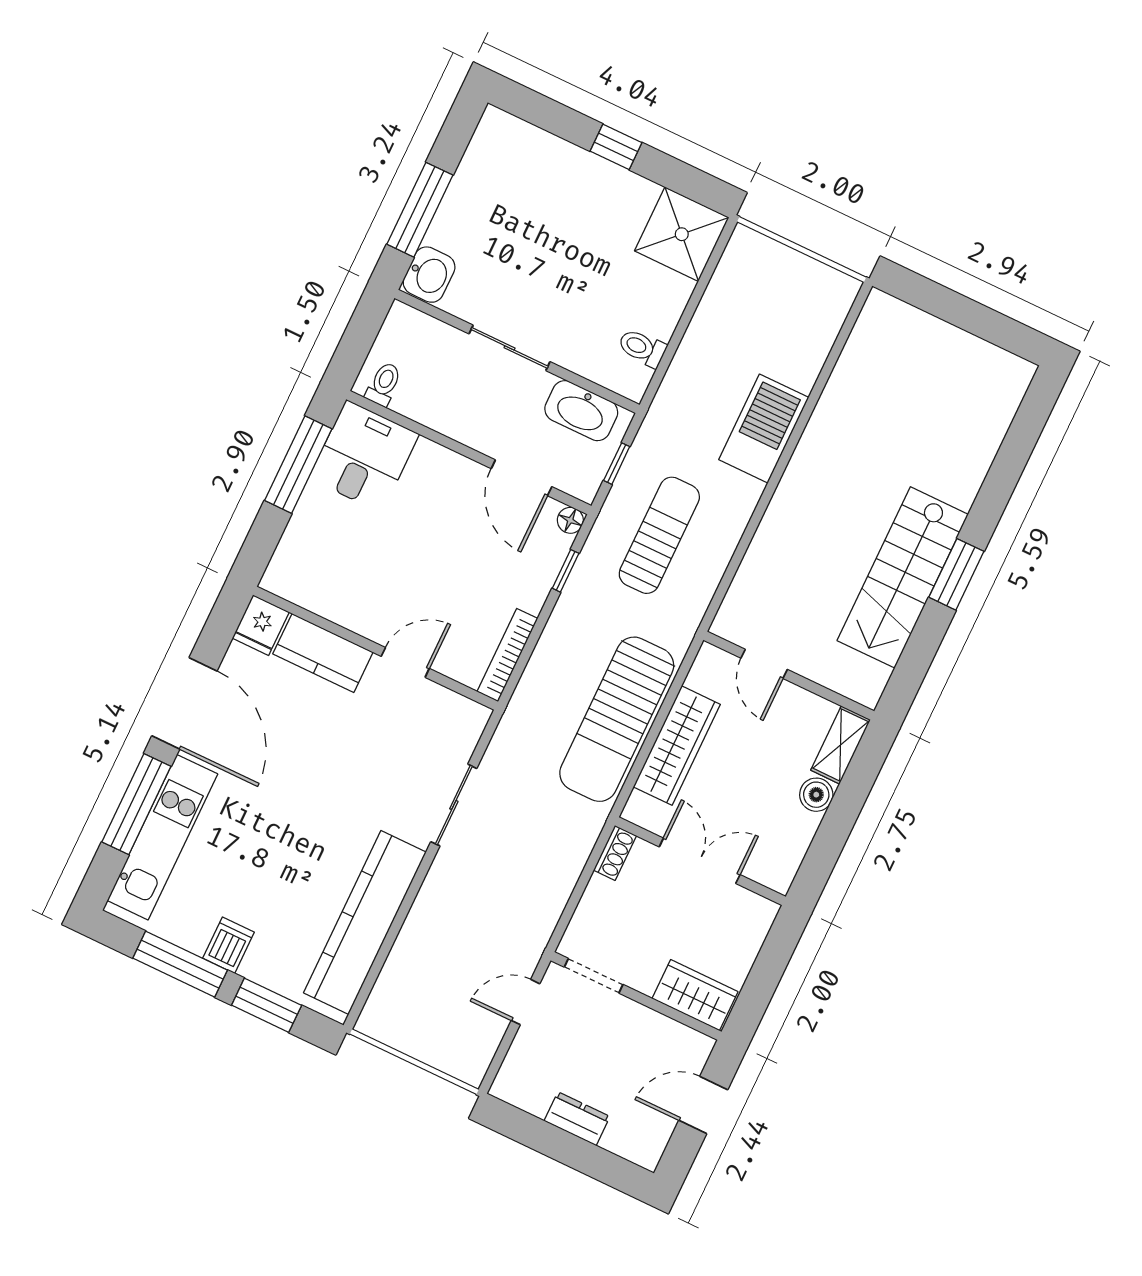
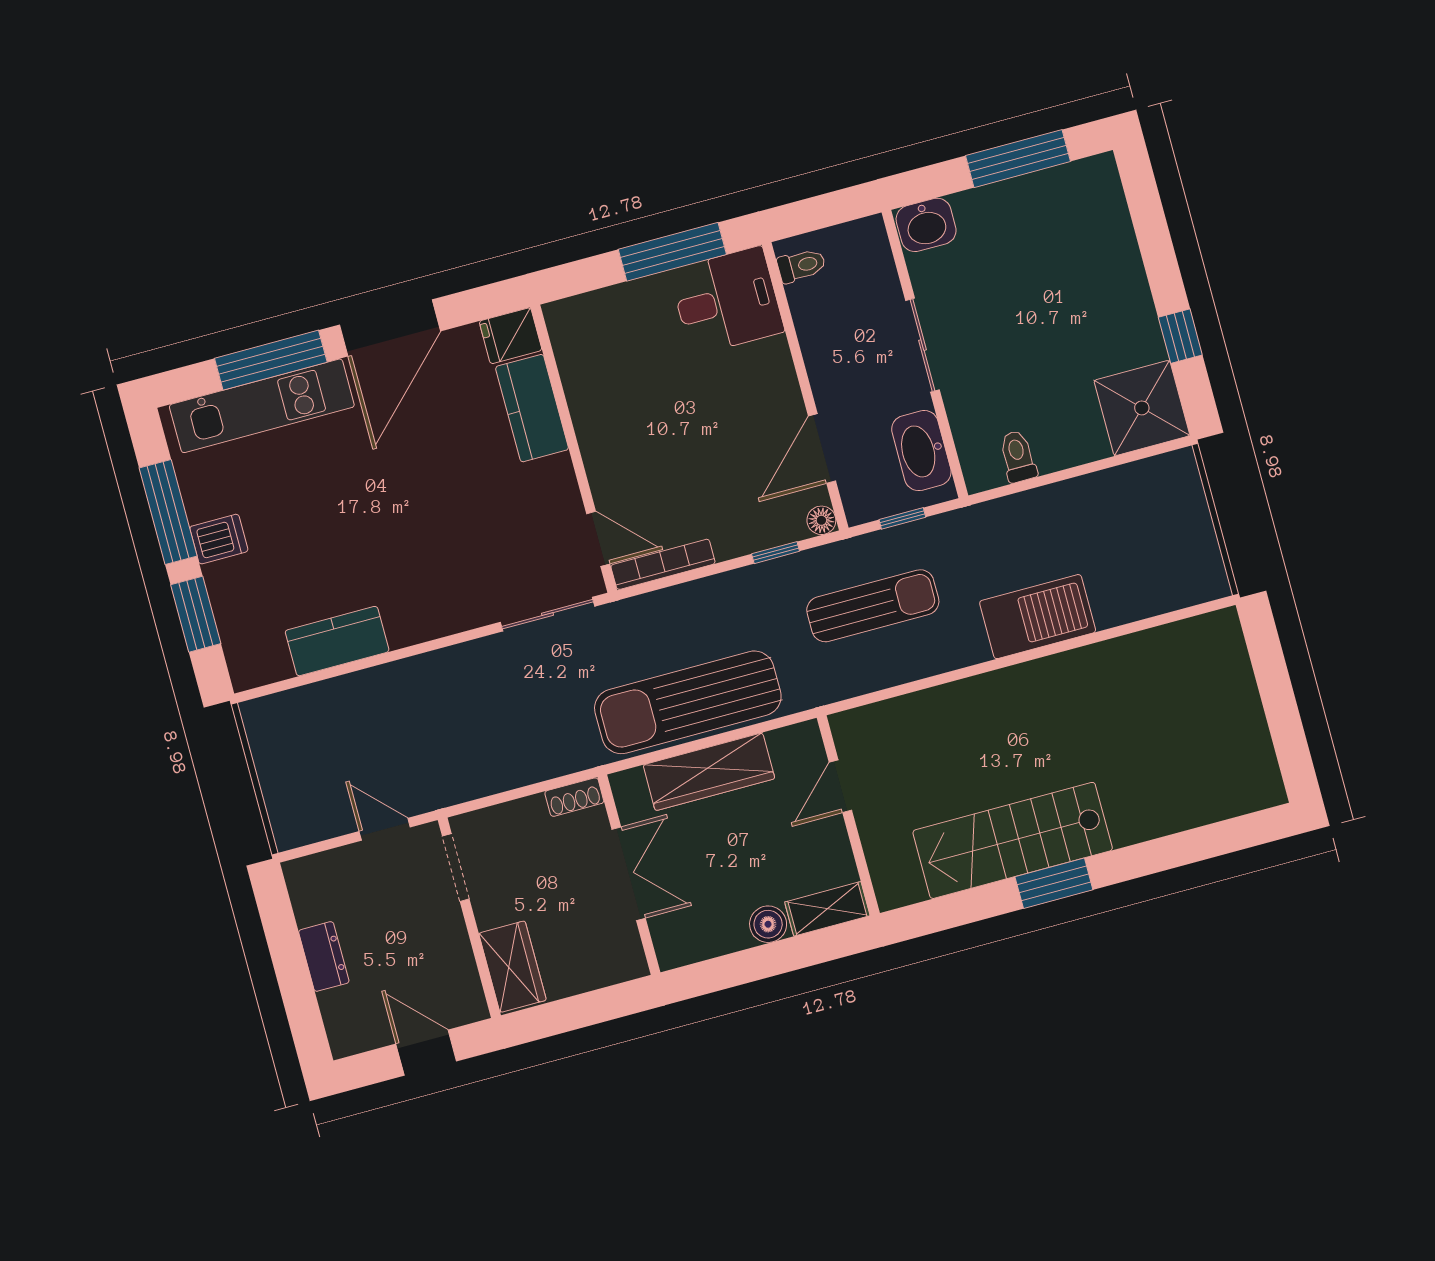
window: (616, 147) -> (1180, 336), moved
window: (420, 210) -> (1018, 159), moved
door: (405, 662) -> (598, 539), moved
sliding door: (454, 805) -> (548, 614), moved
kitchen counter: (365, 922) -> (337, 641), width x0.48, depth x0.86

